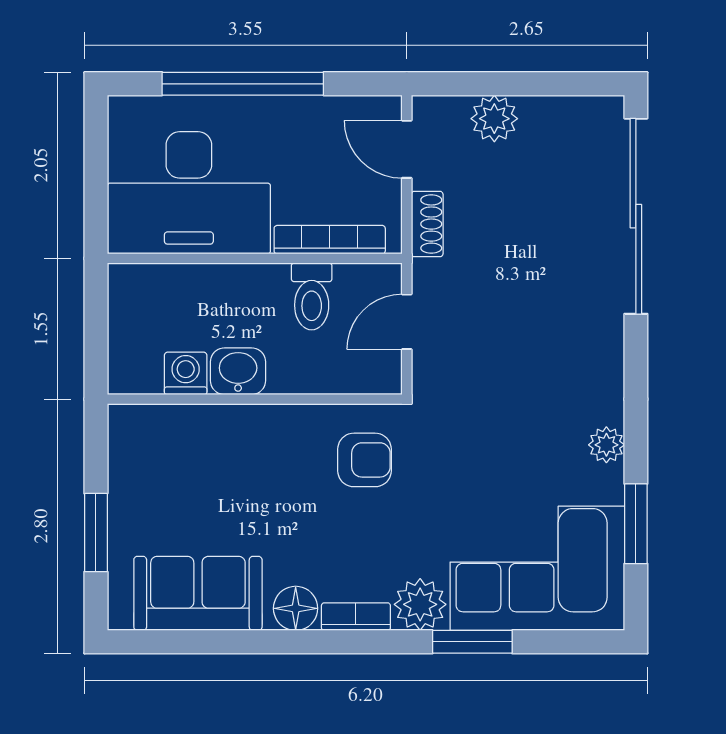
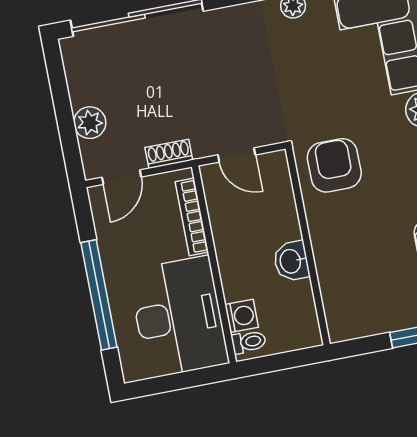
toilet: (312, 296) -> (249, 342), moved, width x0.73, depth x0.72
washing machine: (186, 373) -> (242, 316), moved, turned 180
armchair: (364, 460) -> (334, 165), width x1.38, depth x1.38

